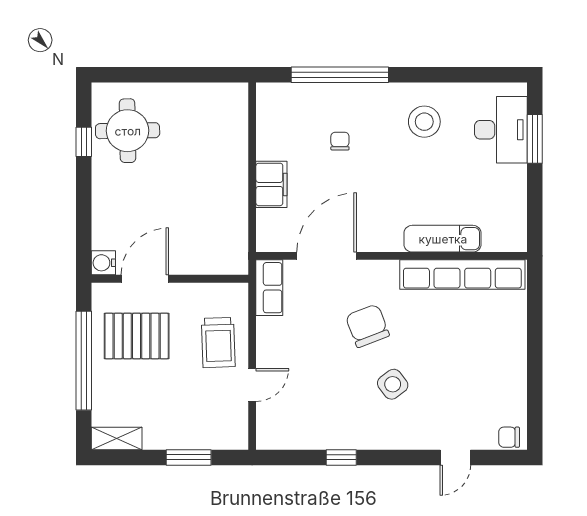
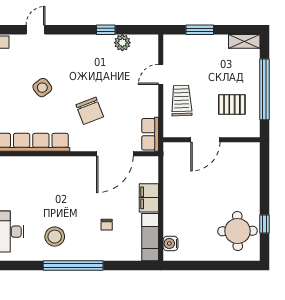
window: (340, 75) -> (73, 265), moved
exam couch: (443, 239) -> (150, 237), moved, turned 90
water cooler: (103, 263) -> (170, 243), moved, turned 180
door: (145, 279) -> (205, 140), moved
pallet: (137, 336) -> (232, 105), width x0.67, depth x0.71
side table: (393, 384) -> (42, 88), moved
plant: (314, 436) -> (122, 43), added

